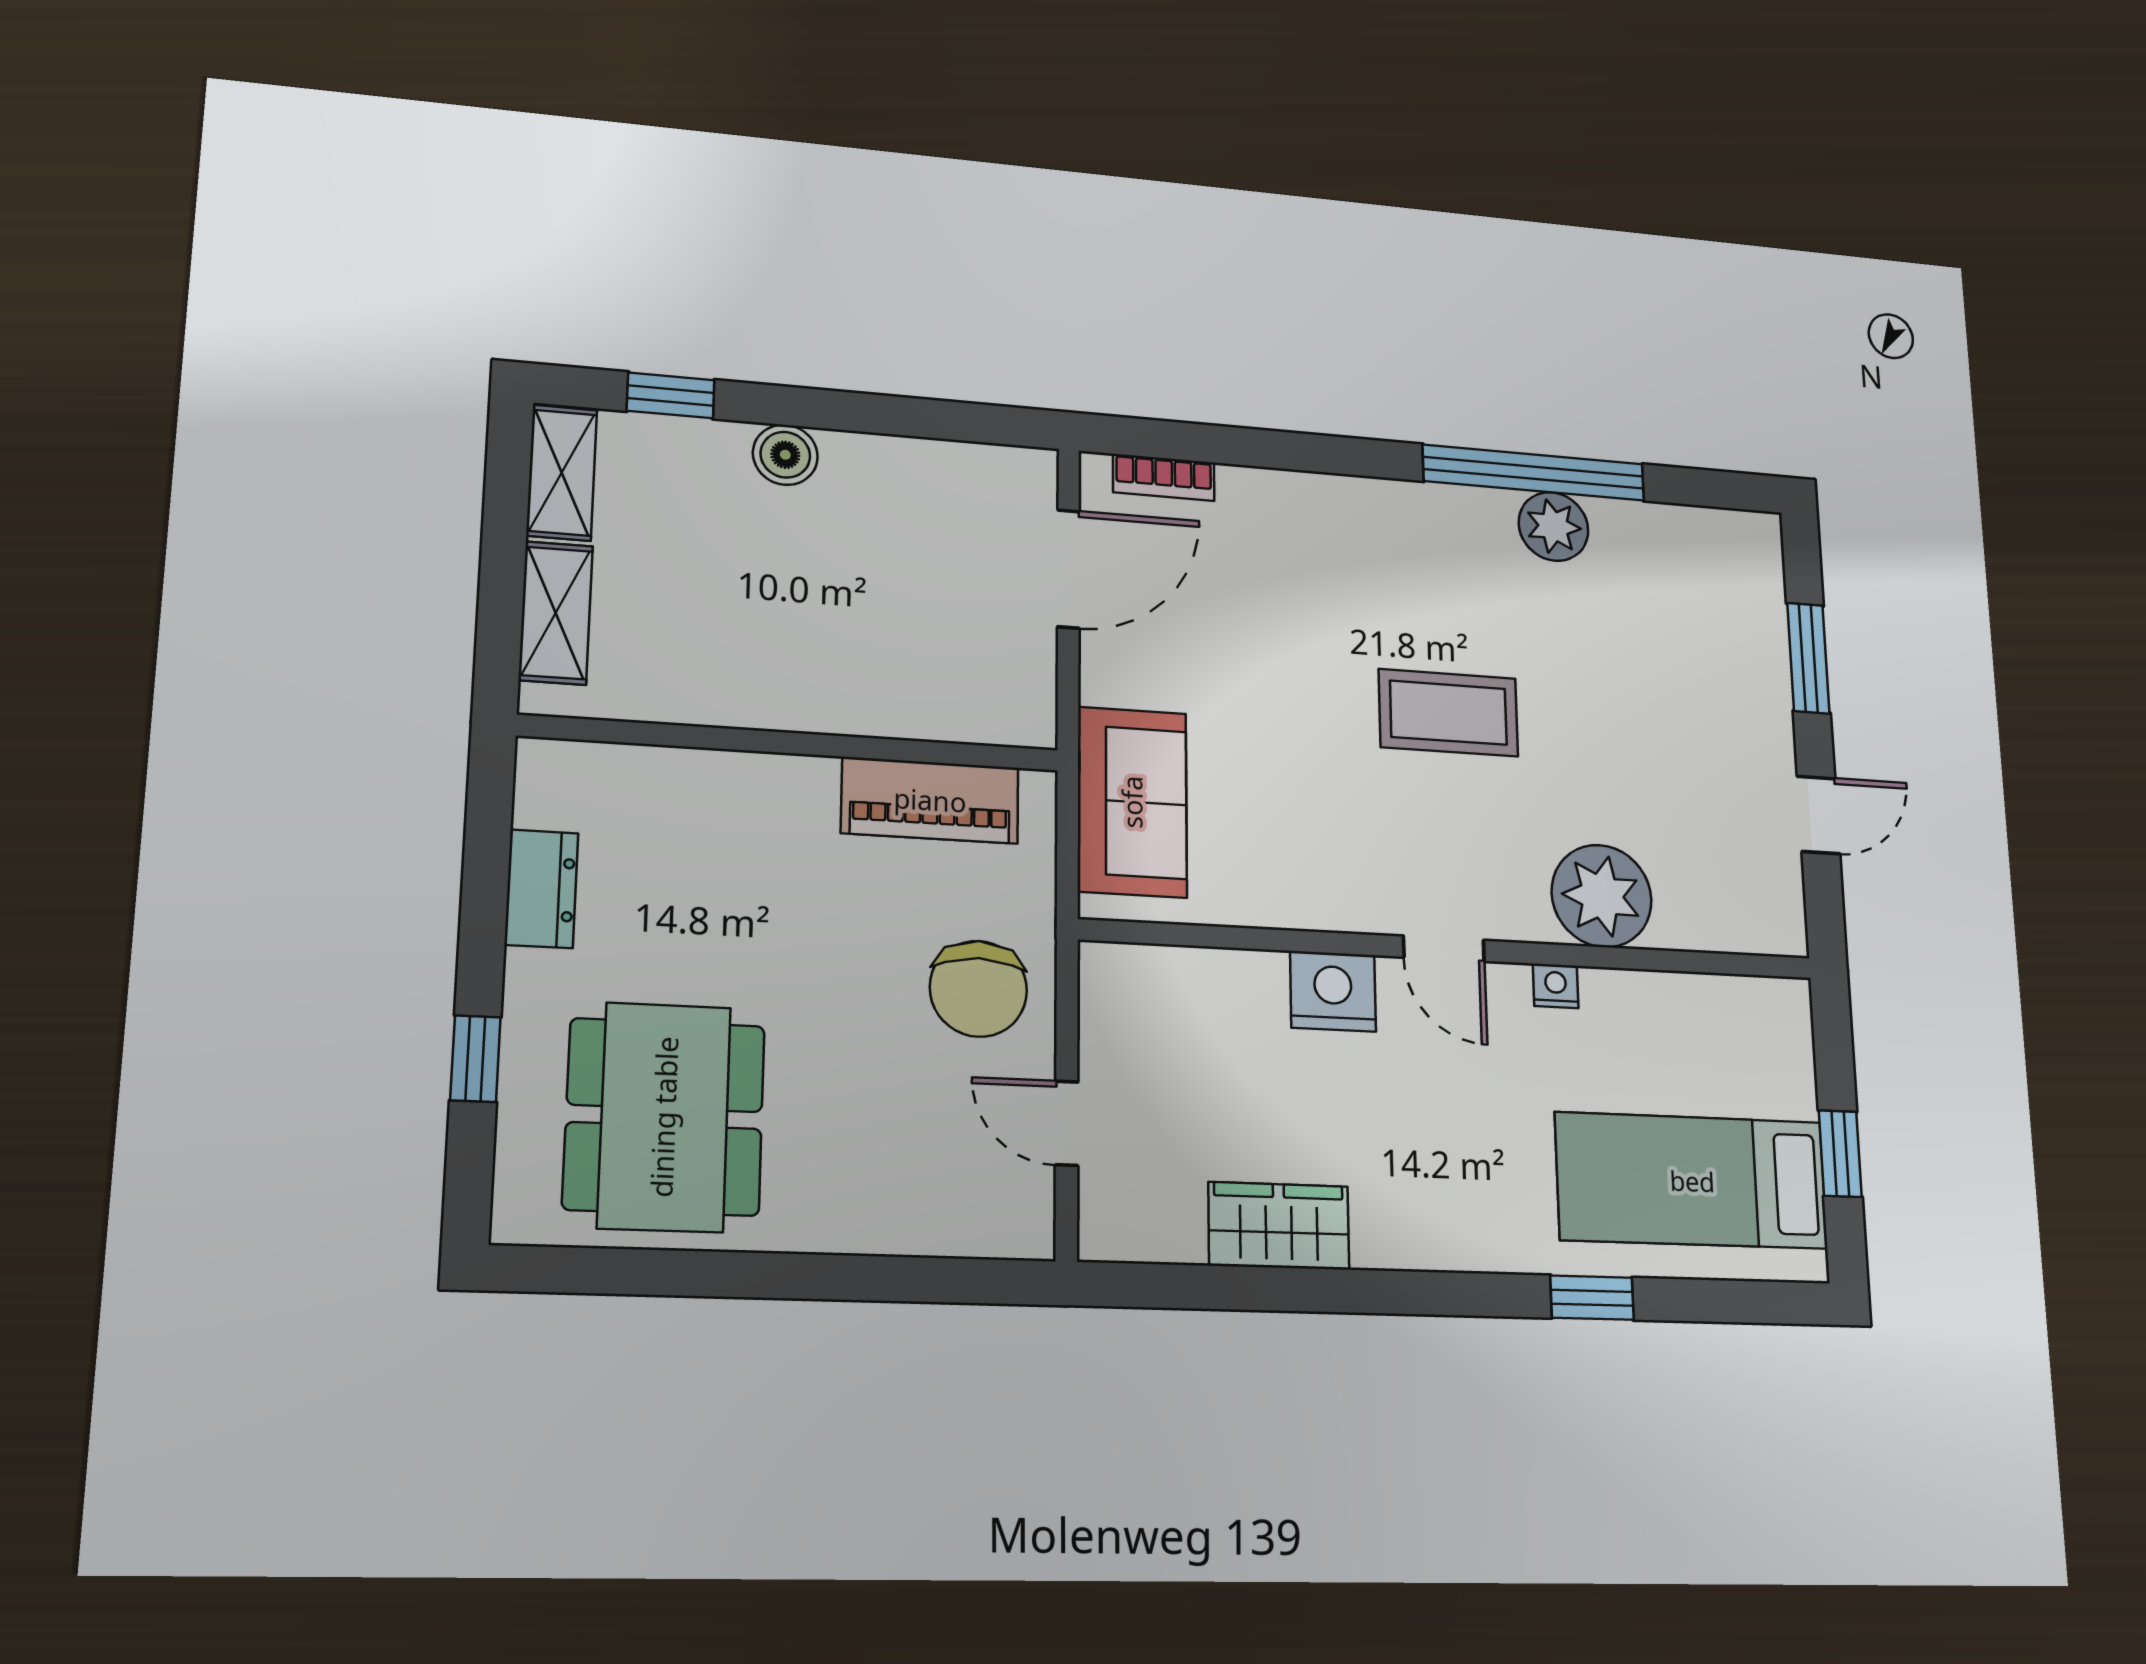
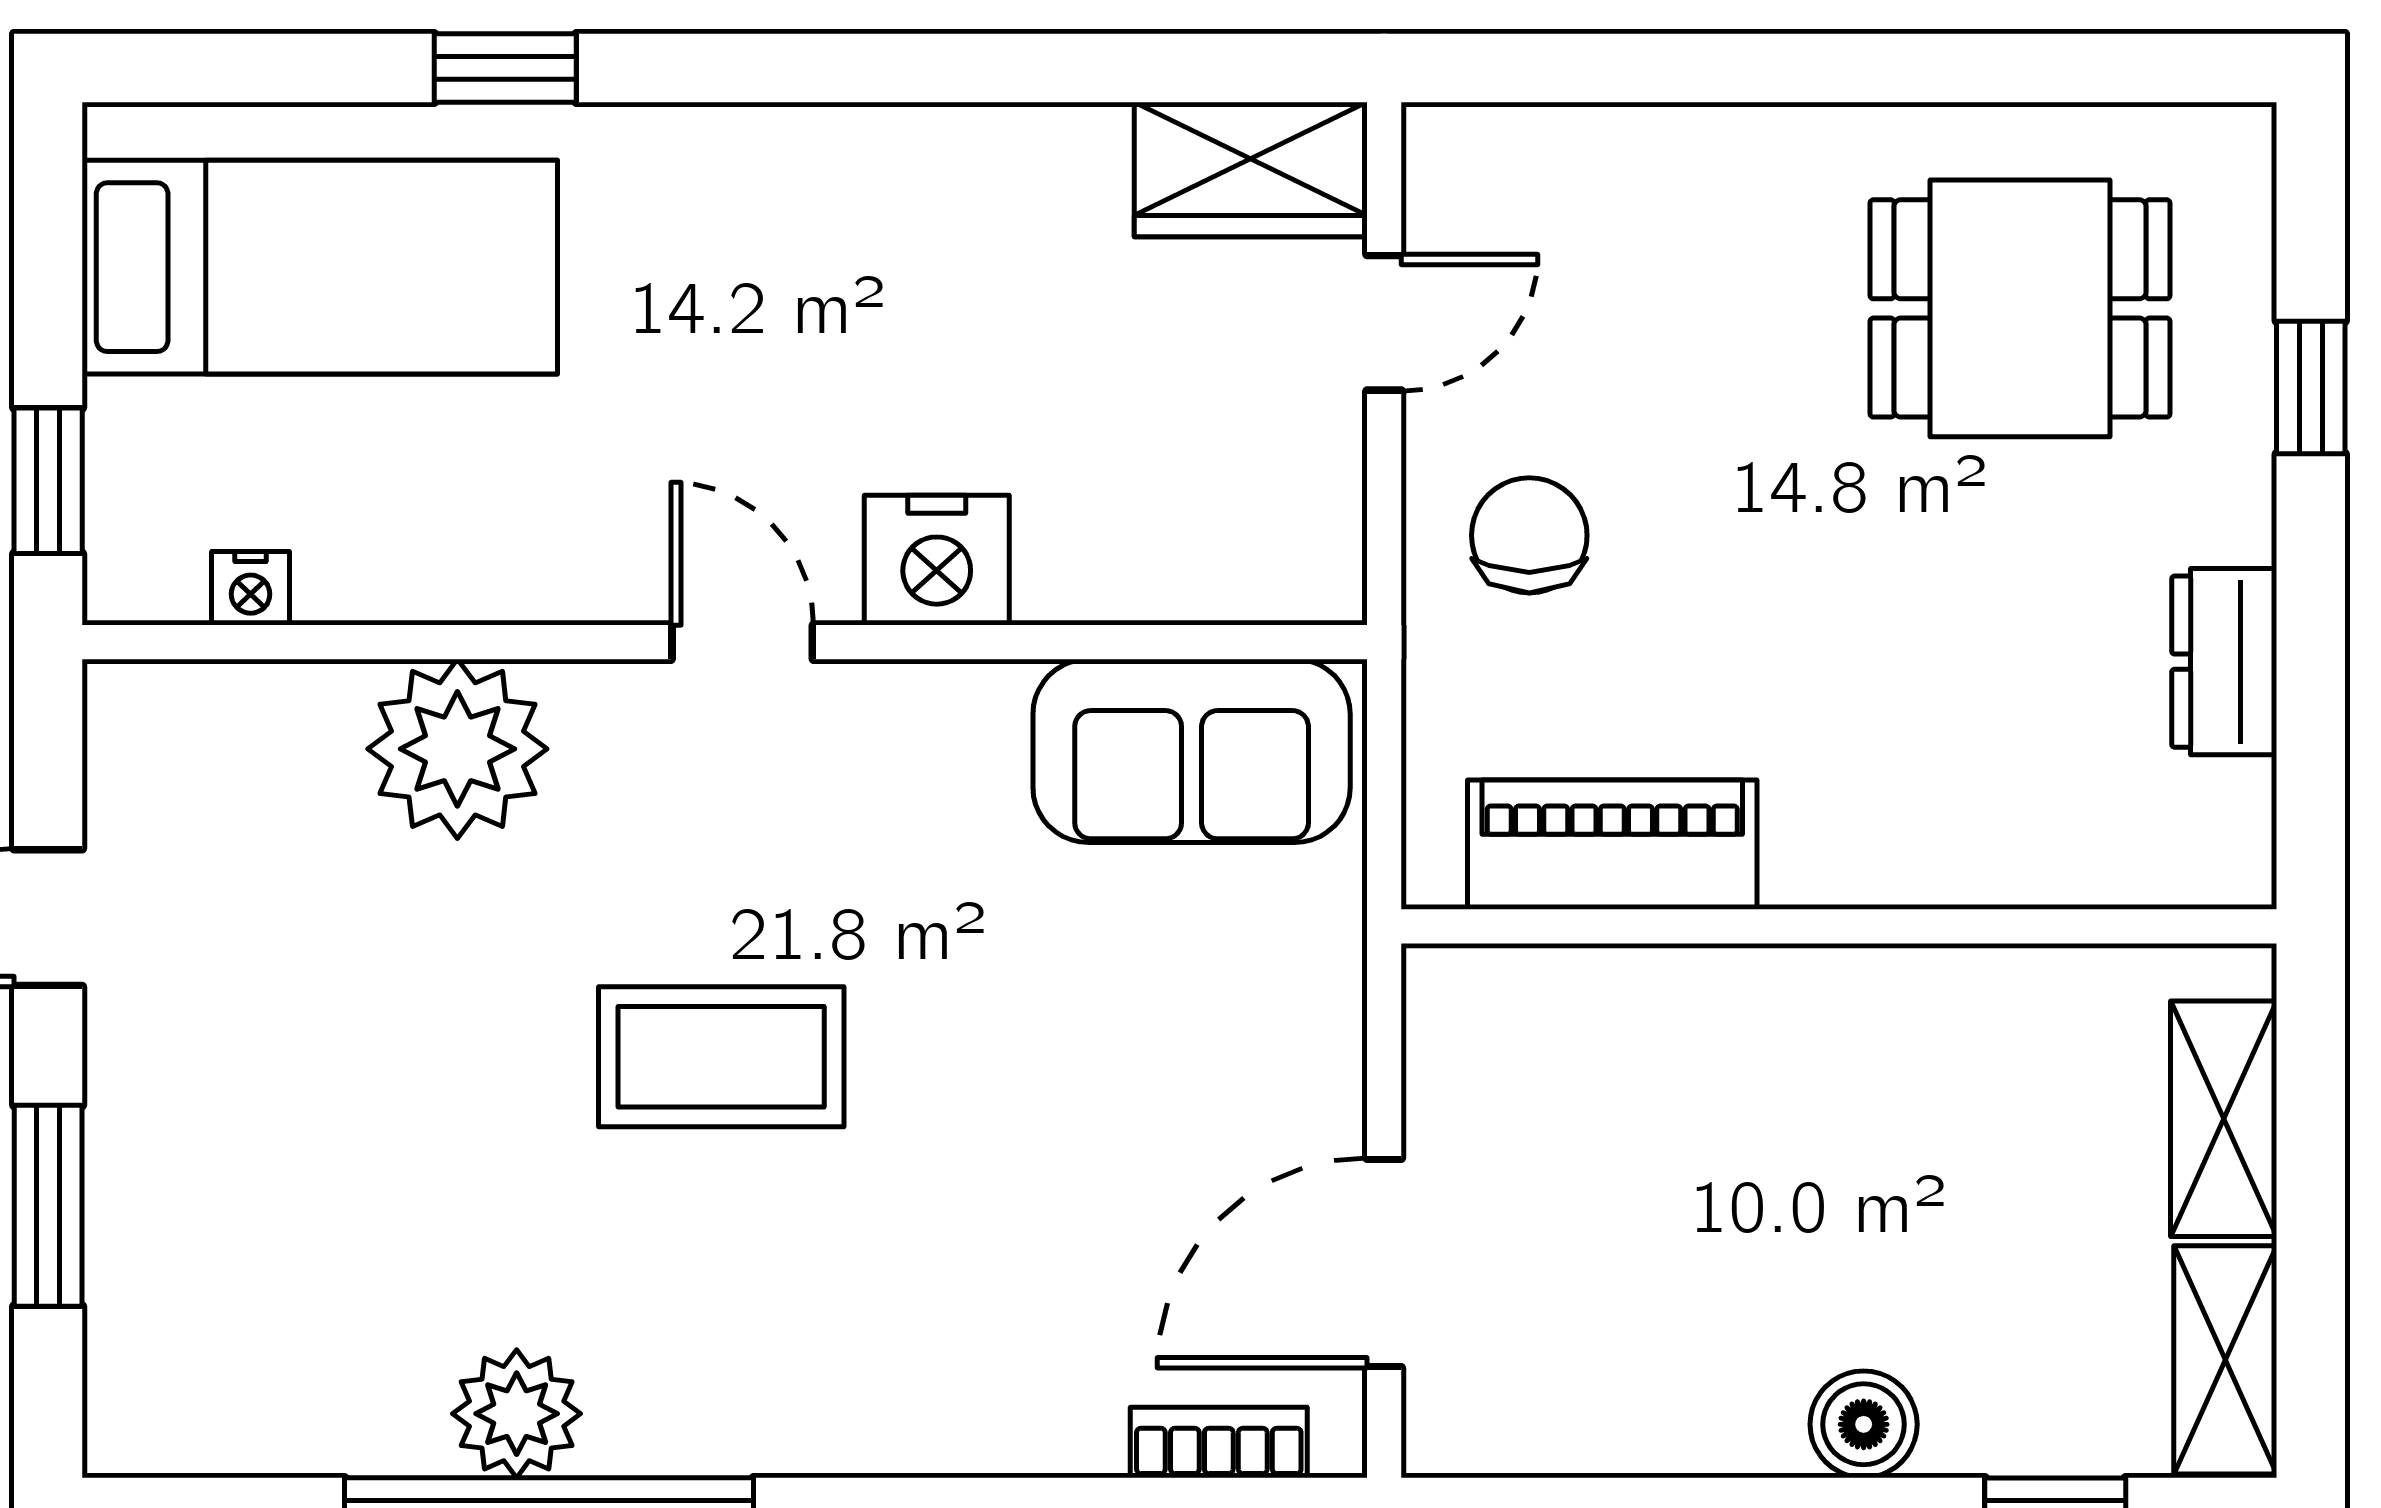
sofa: (1132, 802) -> (1192, 751), moved, turned -90
nightstand: (1556, 986) -> (251, 588), moved
chair: (978, 989) -> (1529, 535), width x0.73, depth x0.73
dining table: (664, 1117) -> (2020, 308), width x0.73
door: (1067, 1123) -> (1384, 323), hinge flipped
window: (1840, 1154) -> (48, 481), moved
wardrobe: (1279, 1226) -> (1251, 169), moved

